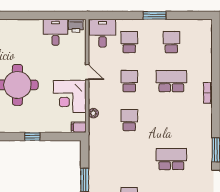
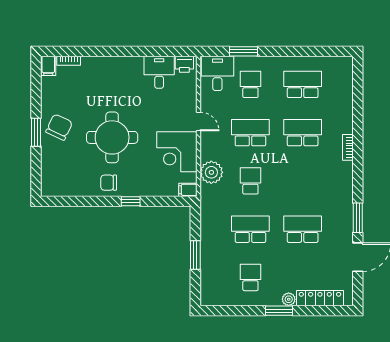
window: (155, 15) -> (243, 51), moved
school desk: (171, 42) -> (303, 84), width x1.85
school desk: (129, 81) -> (250, 133), width x1.85
plant: (93, 113) -> (211, 172), width x1.88, depth x1.88
chair: (15, 121) -> (109, 183), added
school desk: (129, 159) -> (250, 229), added

